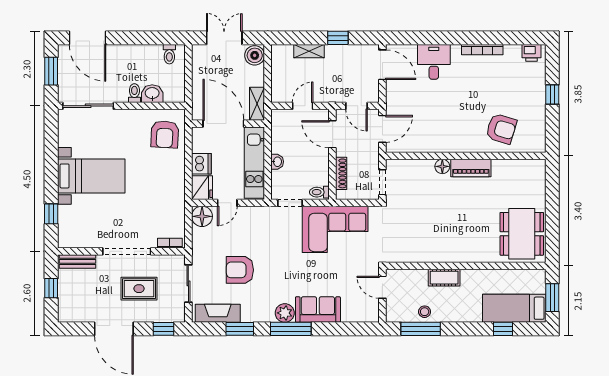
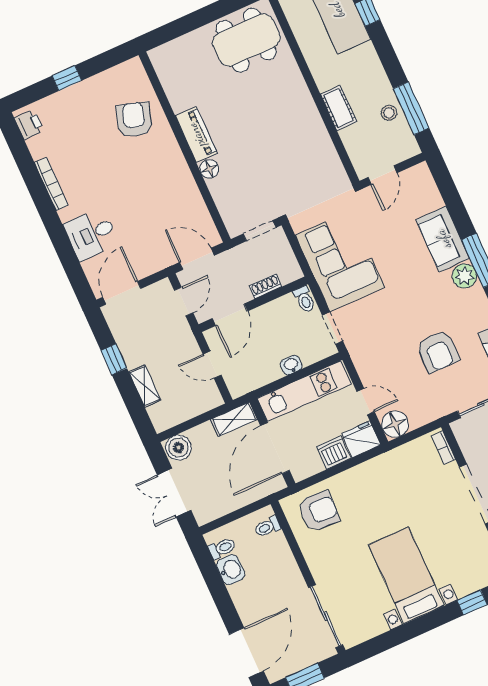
toilet: (134, 93) -> (267, 527), moved
washbasin: (152, 94) -> (231, 570), moved, turned 180
shoe rack: (341, 173) -> (265, 286), width x0.70

